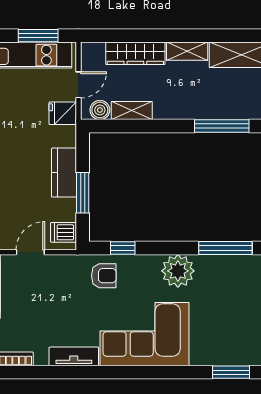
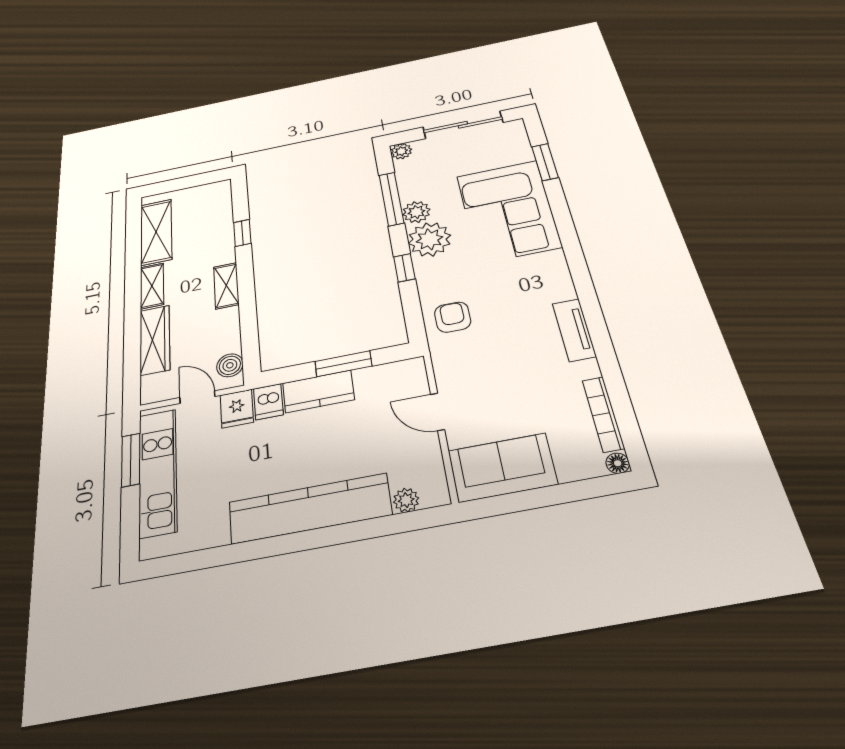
shelving: (132, 111) -> (226, 286), moved
window: (222, 126) -> (242, 233), width x0.46
dishwasher: (64, 232) -> (268, 402), moved
window: (123, 248) -> (404, 268), moved
plant: (207, 265) -> (416, 212), added
corner sofa: (145, 334) -> (508, 211), moved

